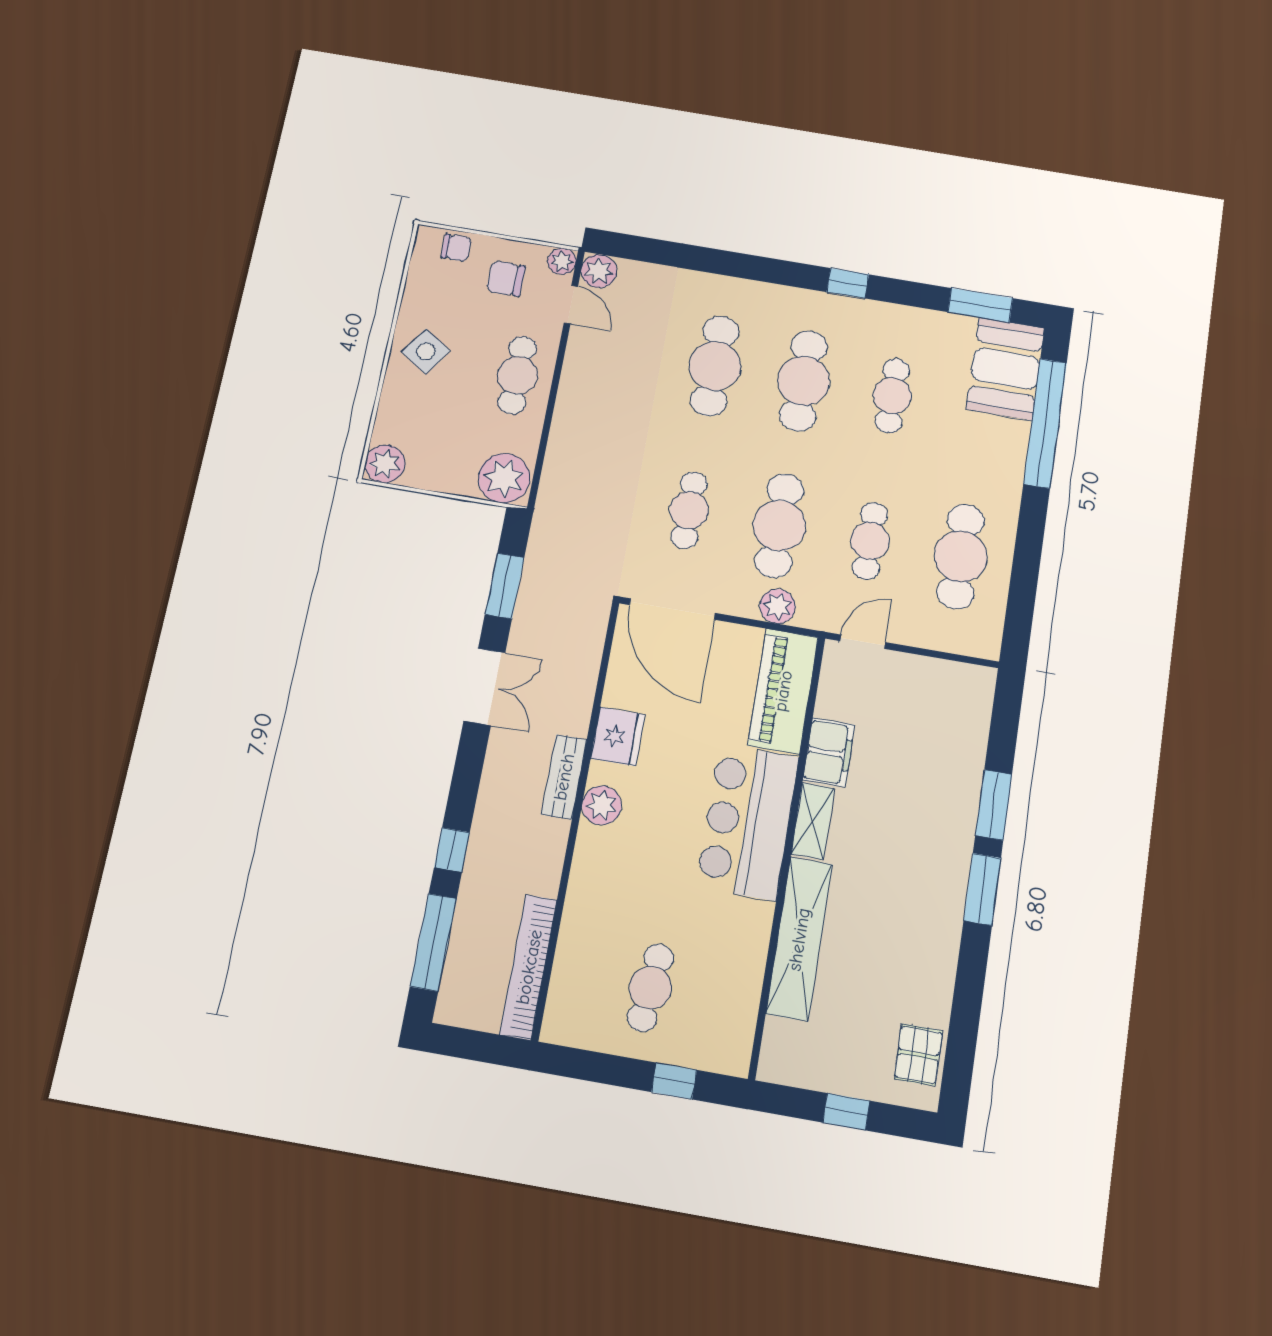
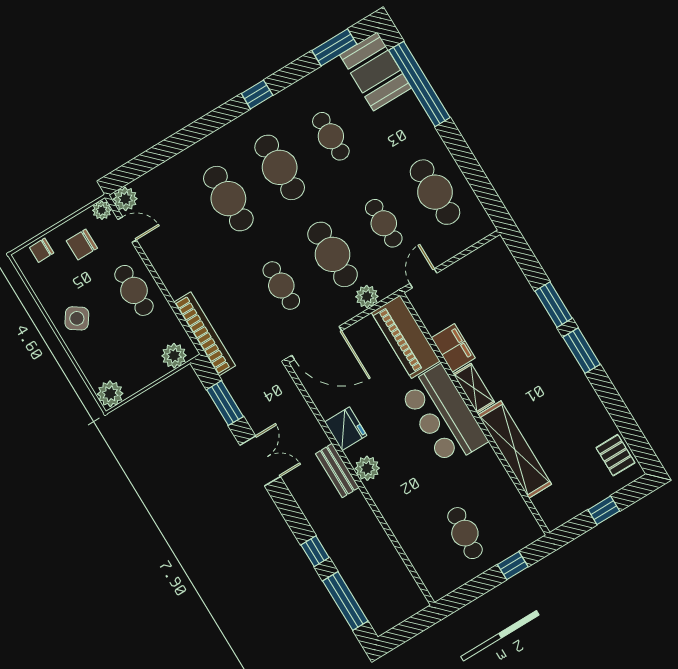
chair: (456, 248) -> (42, 250), turned 180
plant: (504, 478) -> (174, 356), width x0.73, depth x0.73
bookcase: (529, 967) -> (205, 334), moved, turned 180

